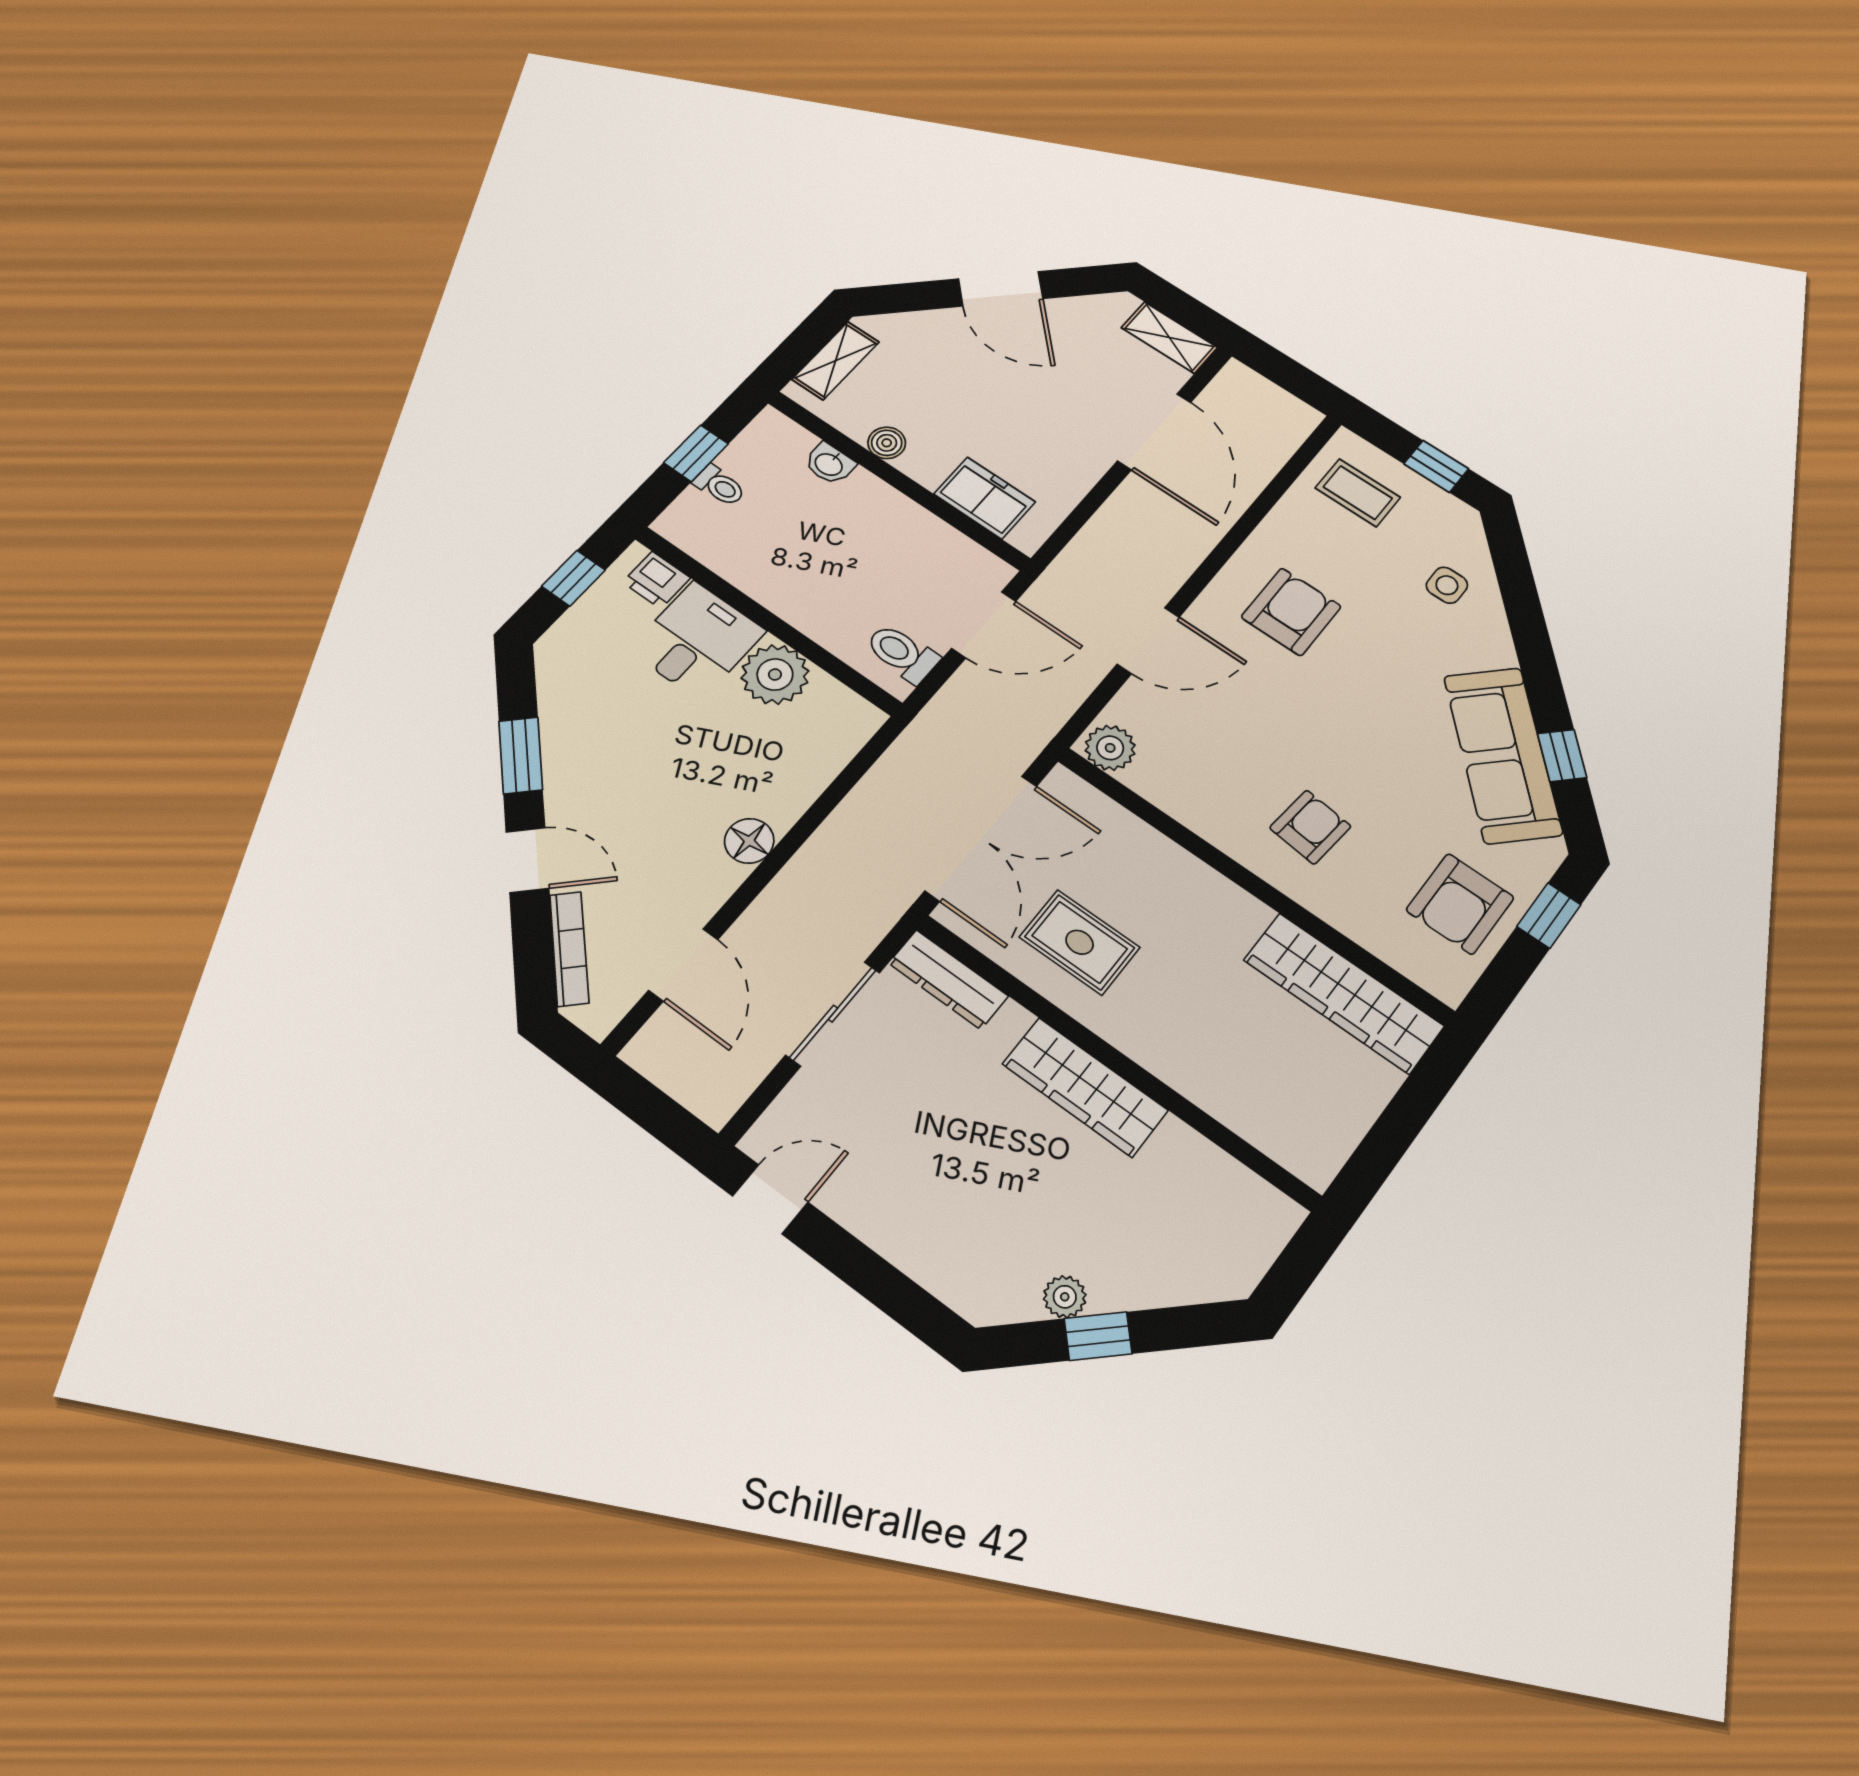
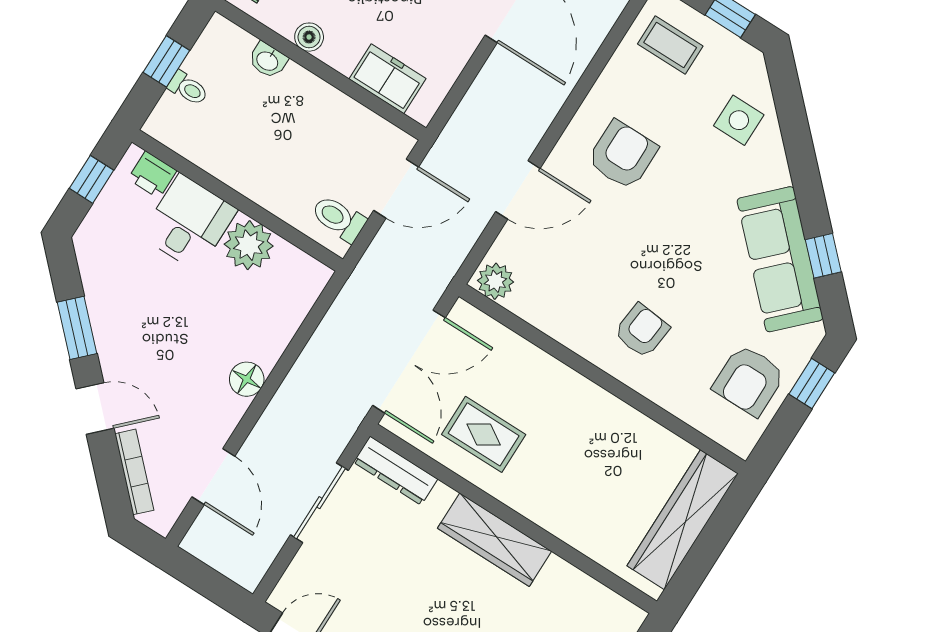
side table: (1447, 585) -> (739, 120), width x1.37, depth x1.37
wardrobe: (1344, 993) -> (683, 520), moved, turned 90

